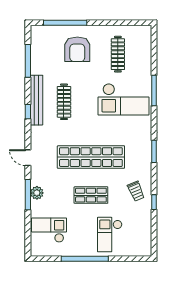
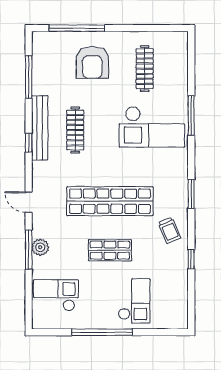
trolley: (136, 191) -> (169, 230), moved
checkout: (110, 235) -> (134, 301), turned 180

